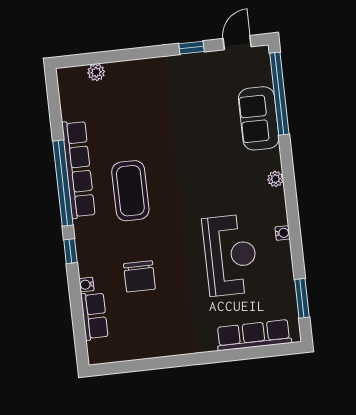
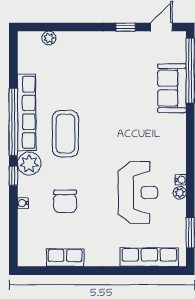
plant: (275, 179) -> (180, 193), moved
plant: (89, 234) -> (29, 164), added
row of seats: (94, 316) -> (65, 258), moved, turned -90

